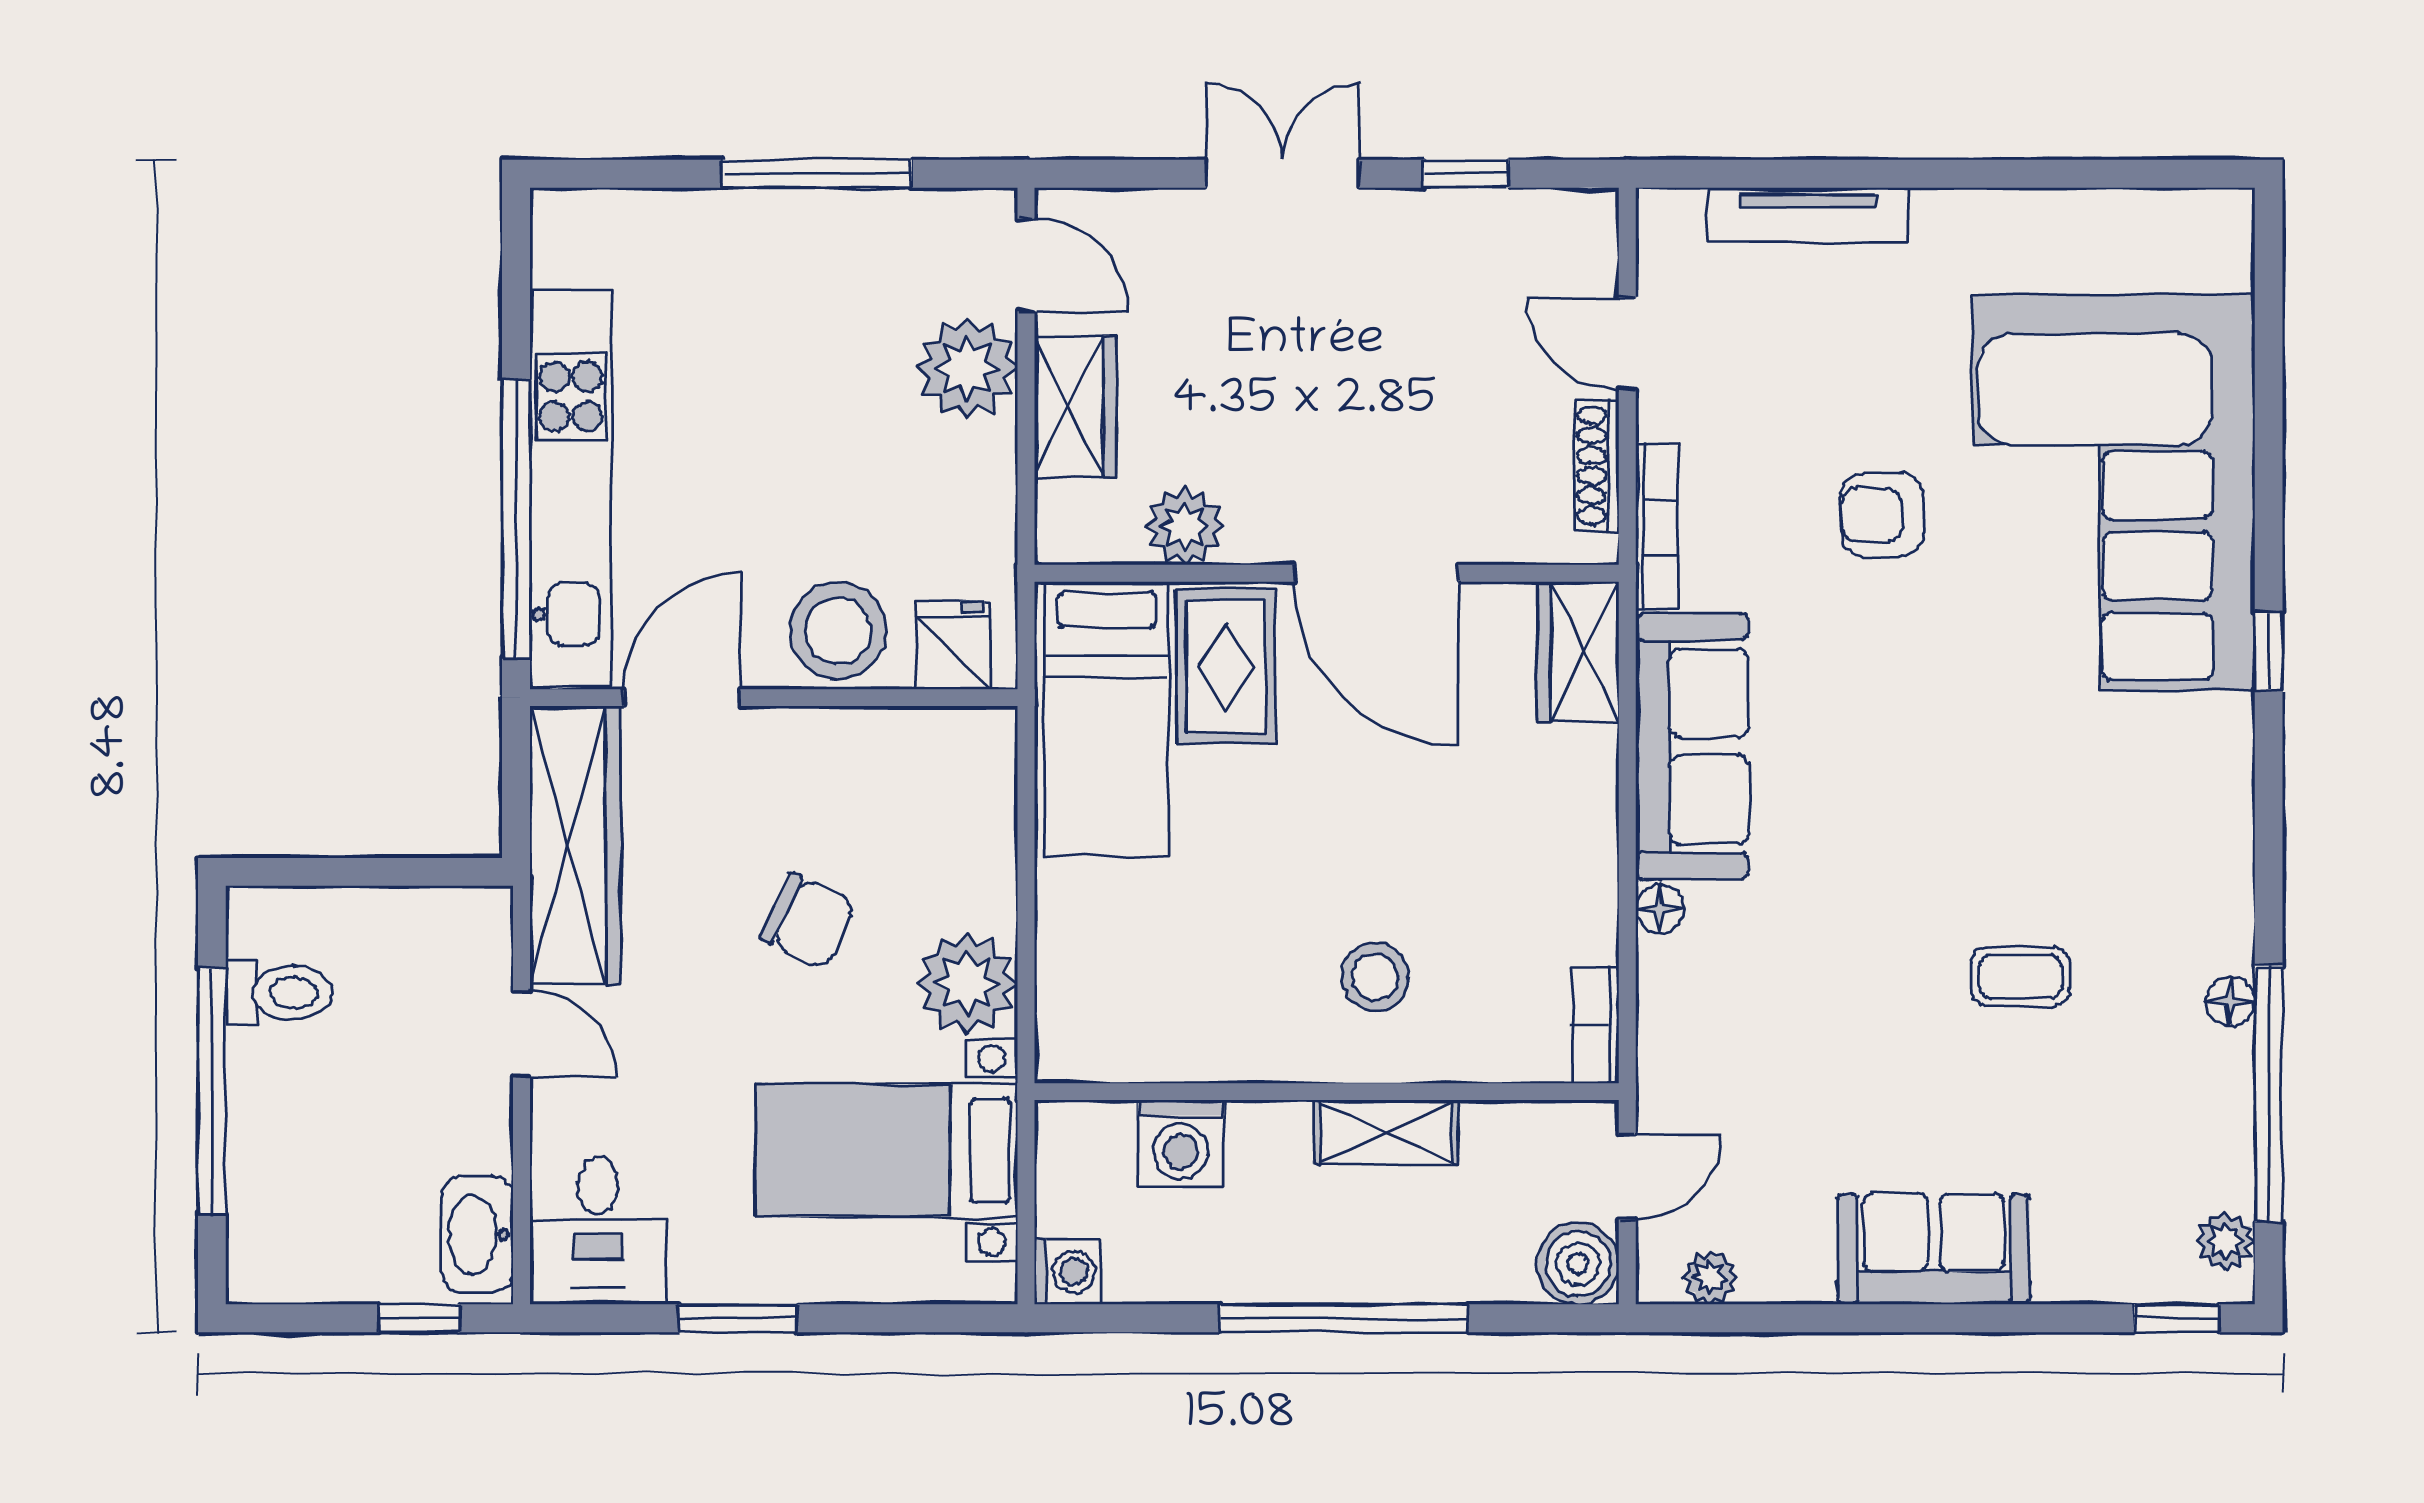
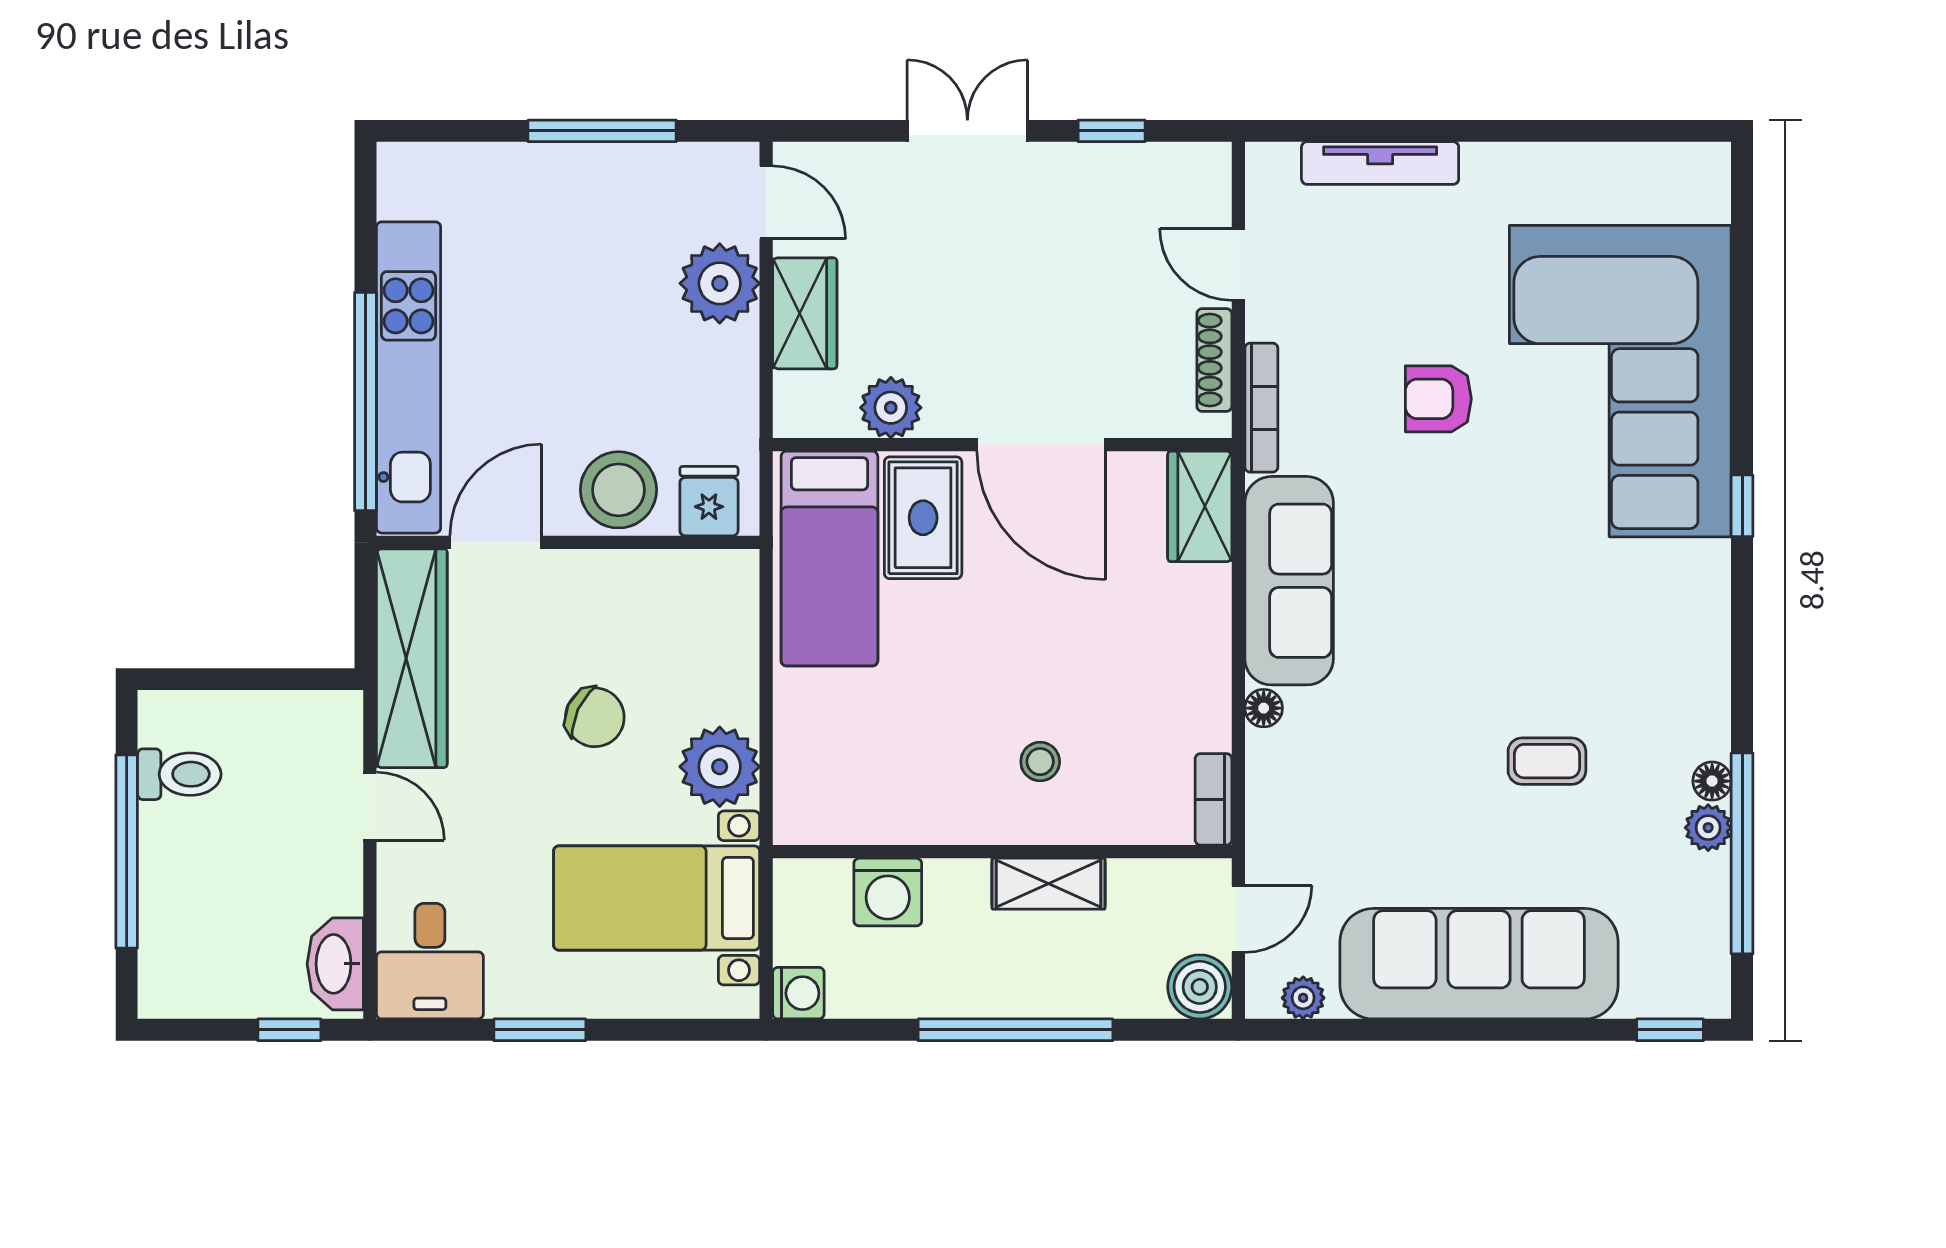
stool: (1375, 977) -> (1040, 762), width x0.73, depth x0.73
plant: (2225, 1241) -> (1708, 828), moved
sofa: (1934, 1249) -> (1479, 964), width x1.85, depth x1.27

